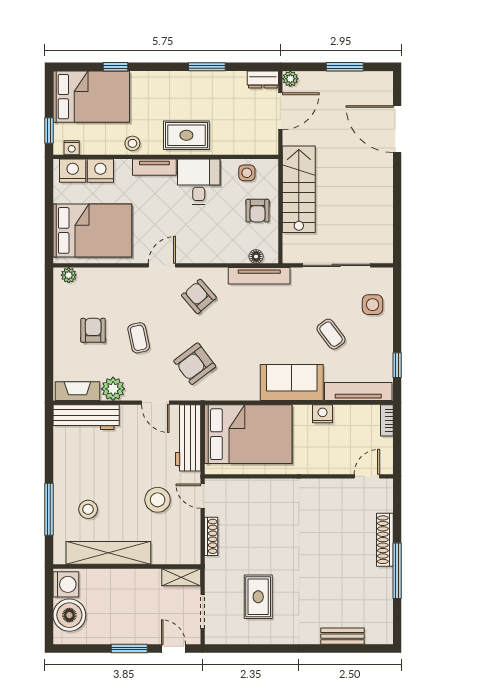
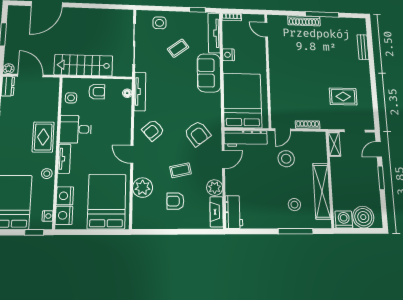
plant: (69, 275) -> (143, 188), moved, width x1.88, depth x1.88
workbench: (86, 417) -> (234, 212), width x0.73

